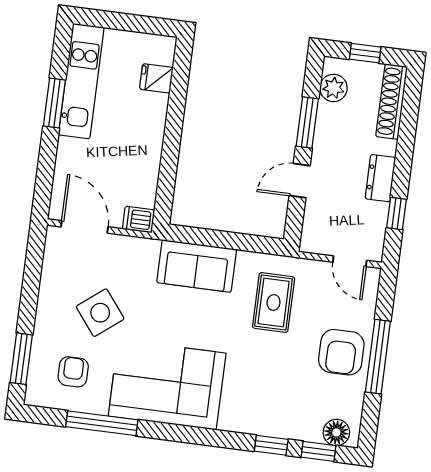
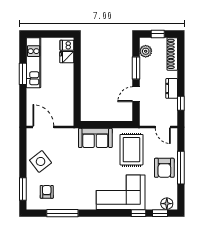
dishwasher: (139, 219) -> (67, 45), moved
rug: (274, 302) -> (131, 150), width x1.36, depth x1.43
side table: (100, 313) -> (41, 161), moved
corner sofa: (167, 385) -> (121, 192), moved

